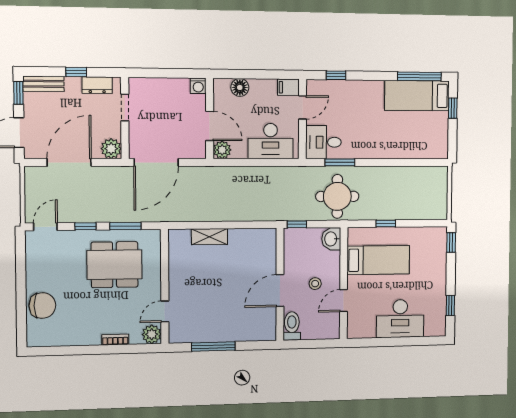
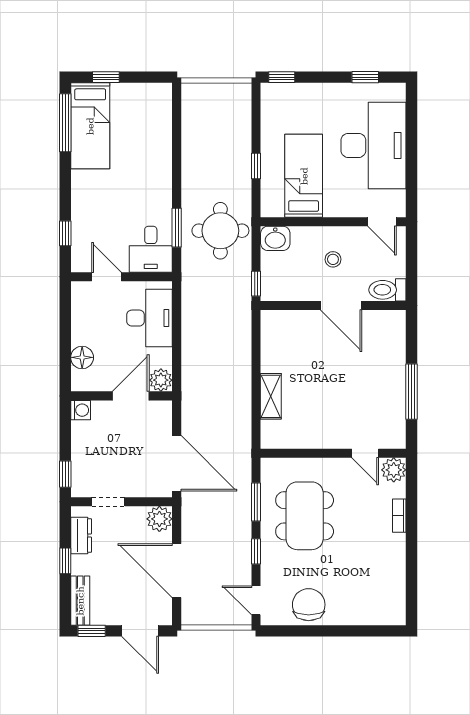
window: (147, 73) -> (65, 474), added
filing cabinet: (288, 87) -> (81, 295), removed
door: (344, 301) -> (382, 222), moved
chair: (42, 305) -> (309, 605), moved
desk: (400, 318) -> (374, 145), width x1.36, depth x1.30

